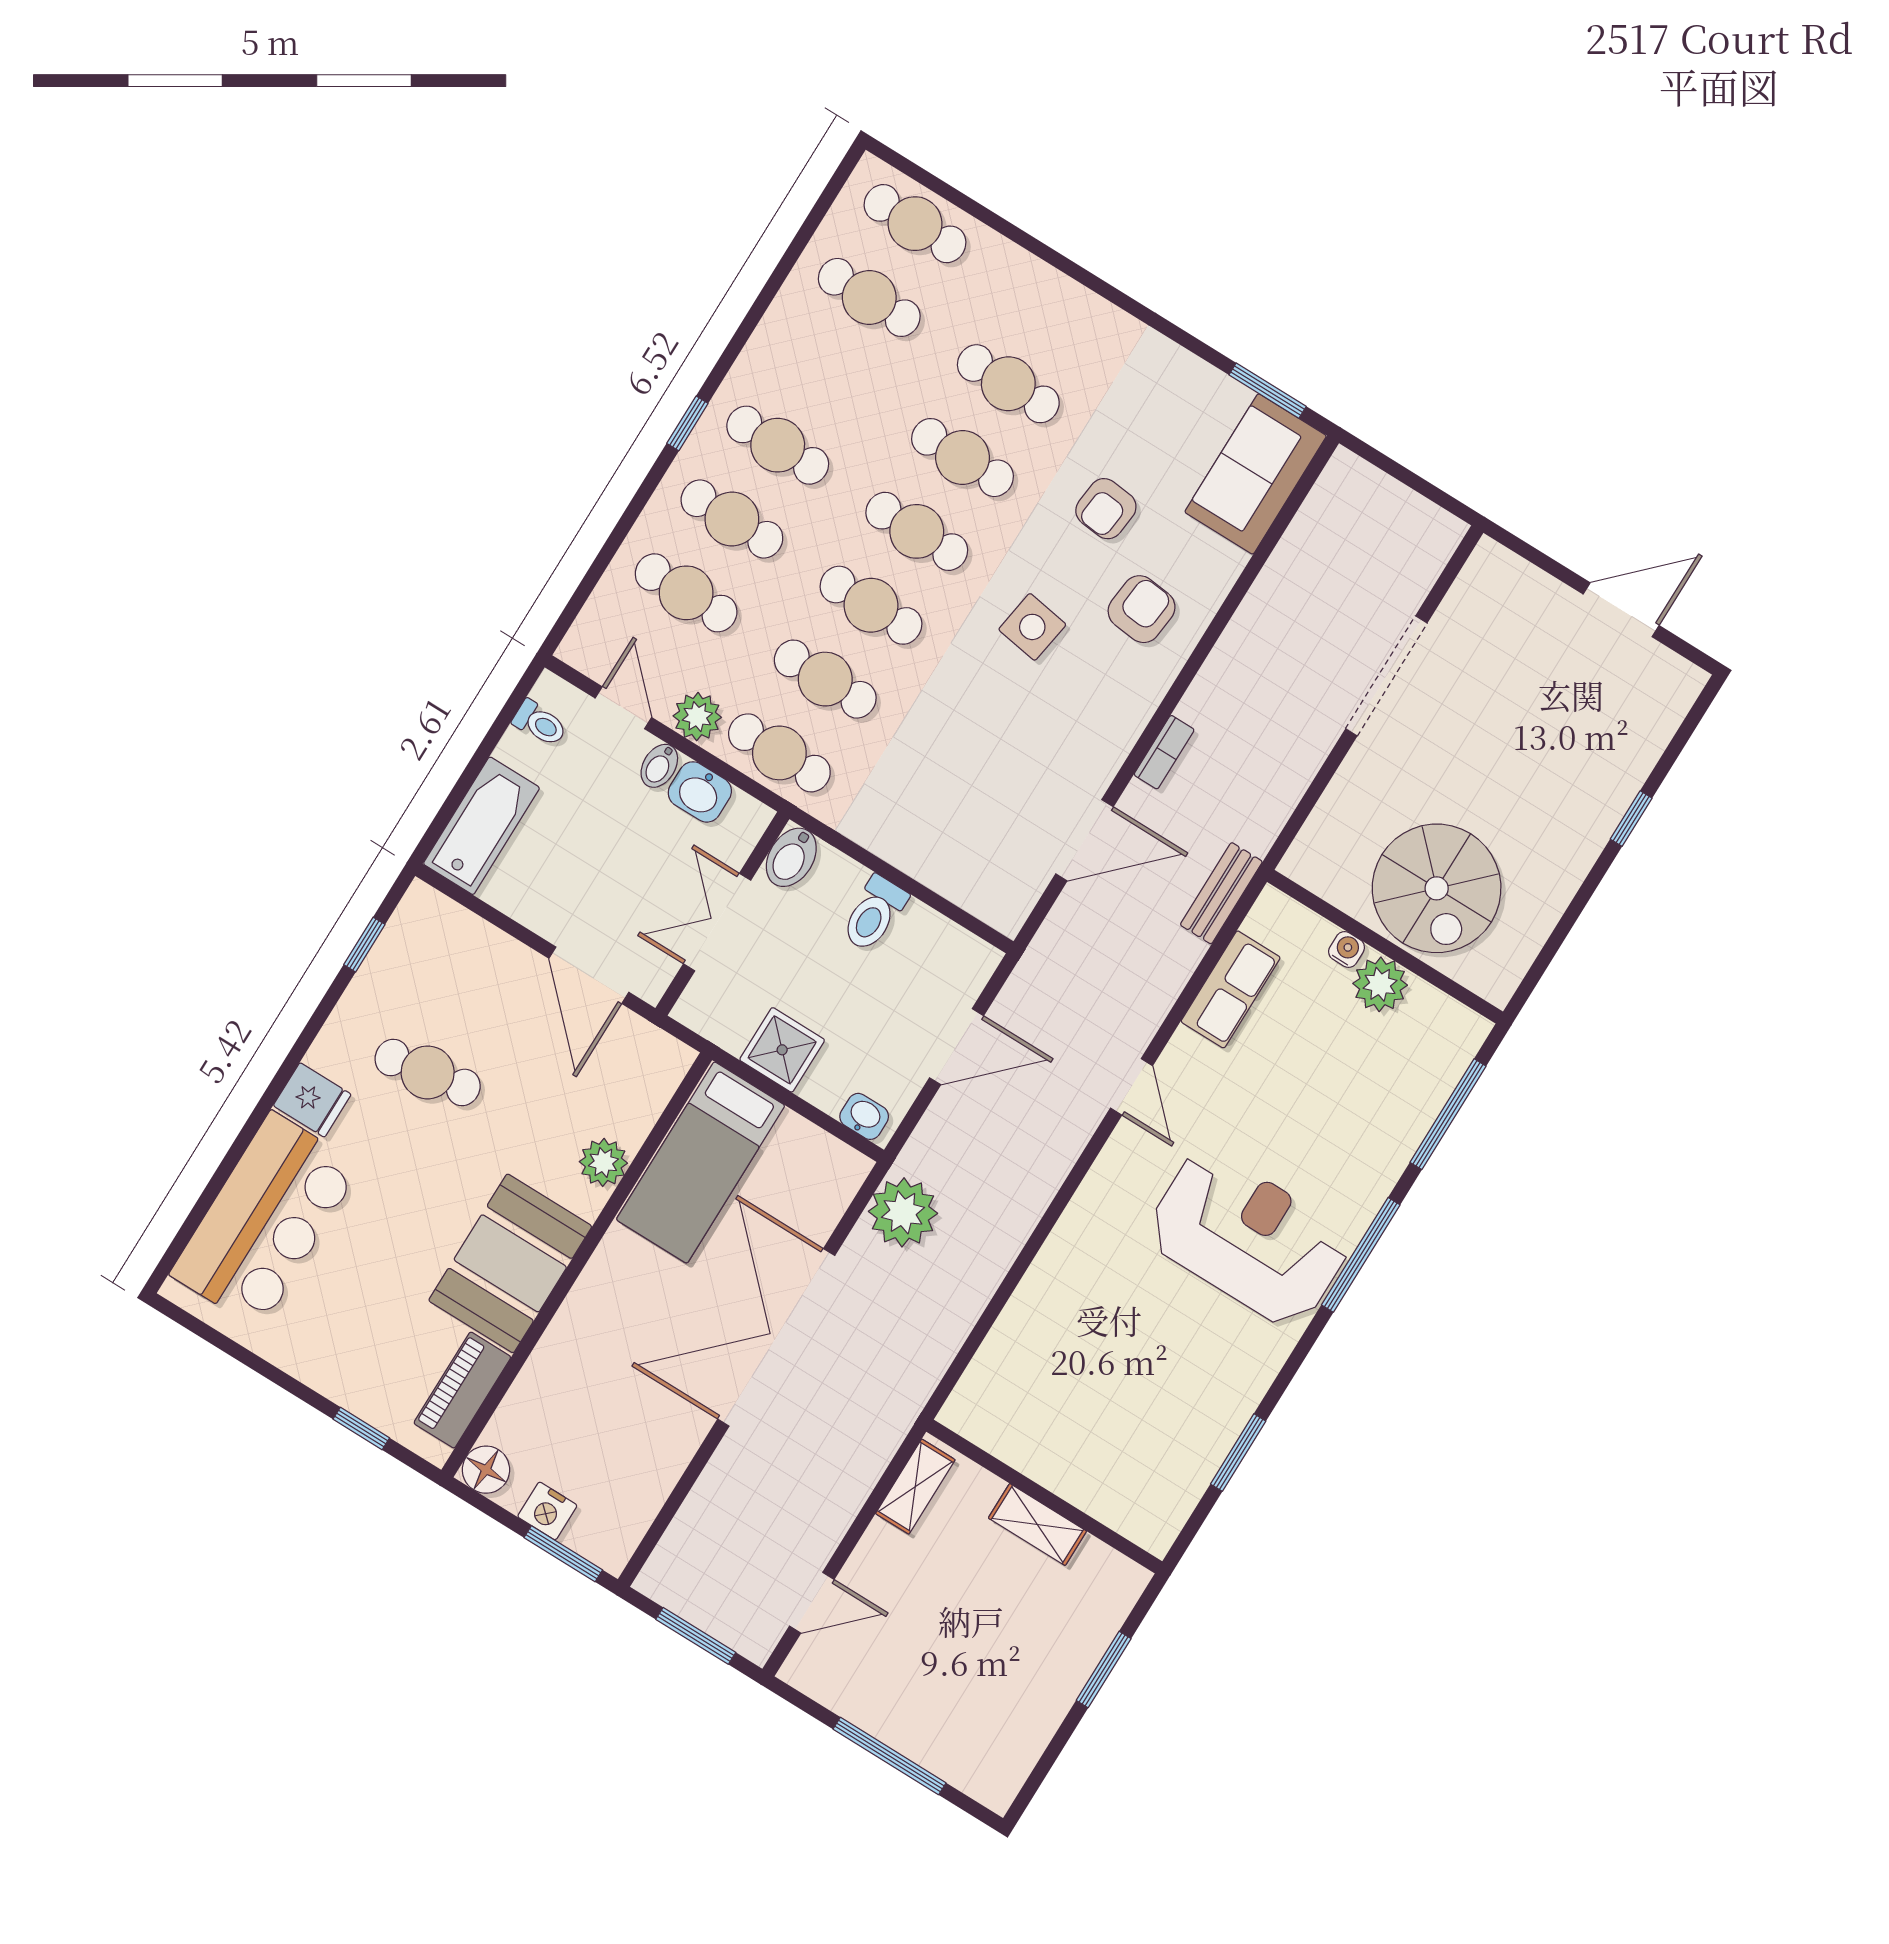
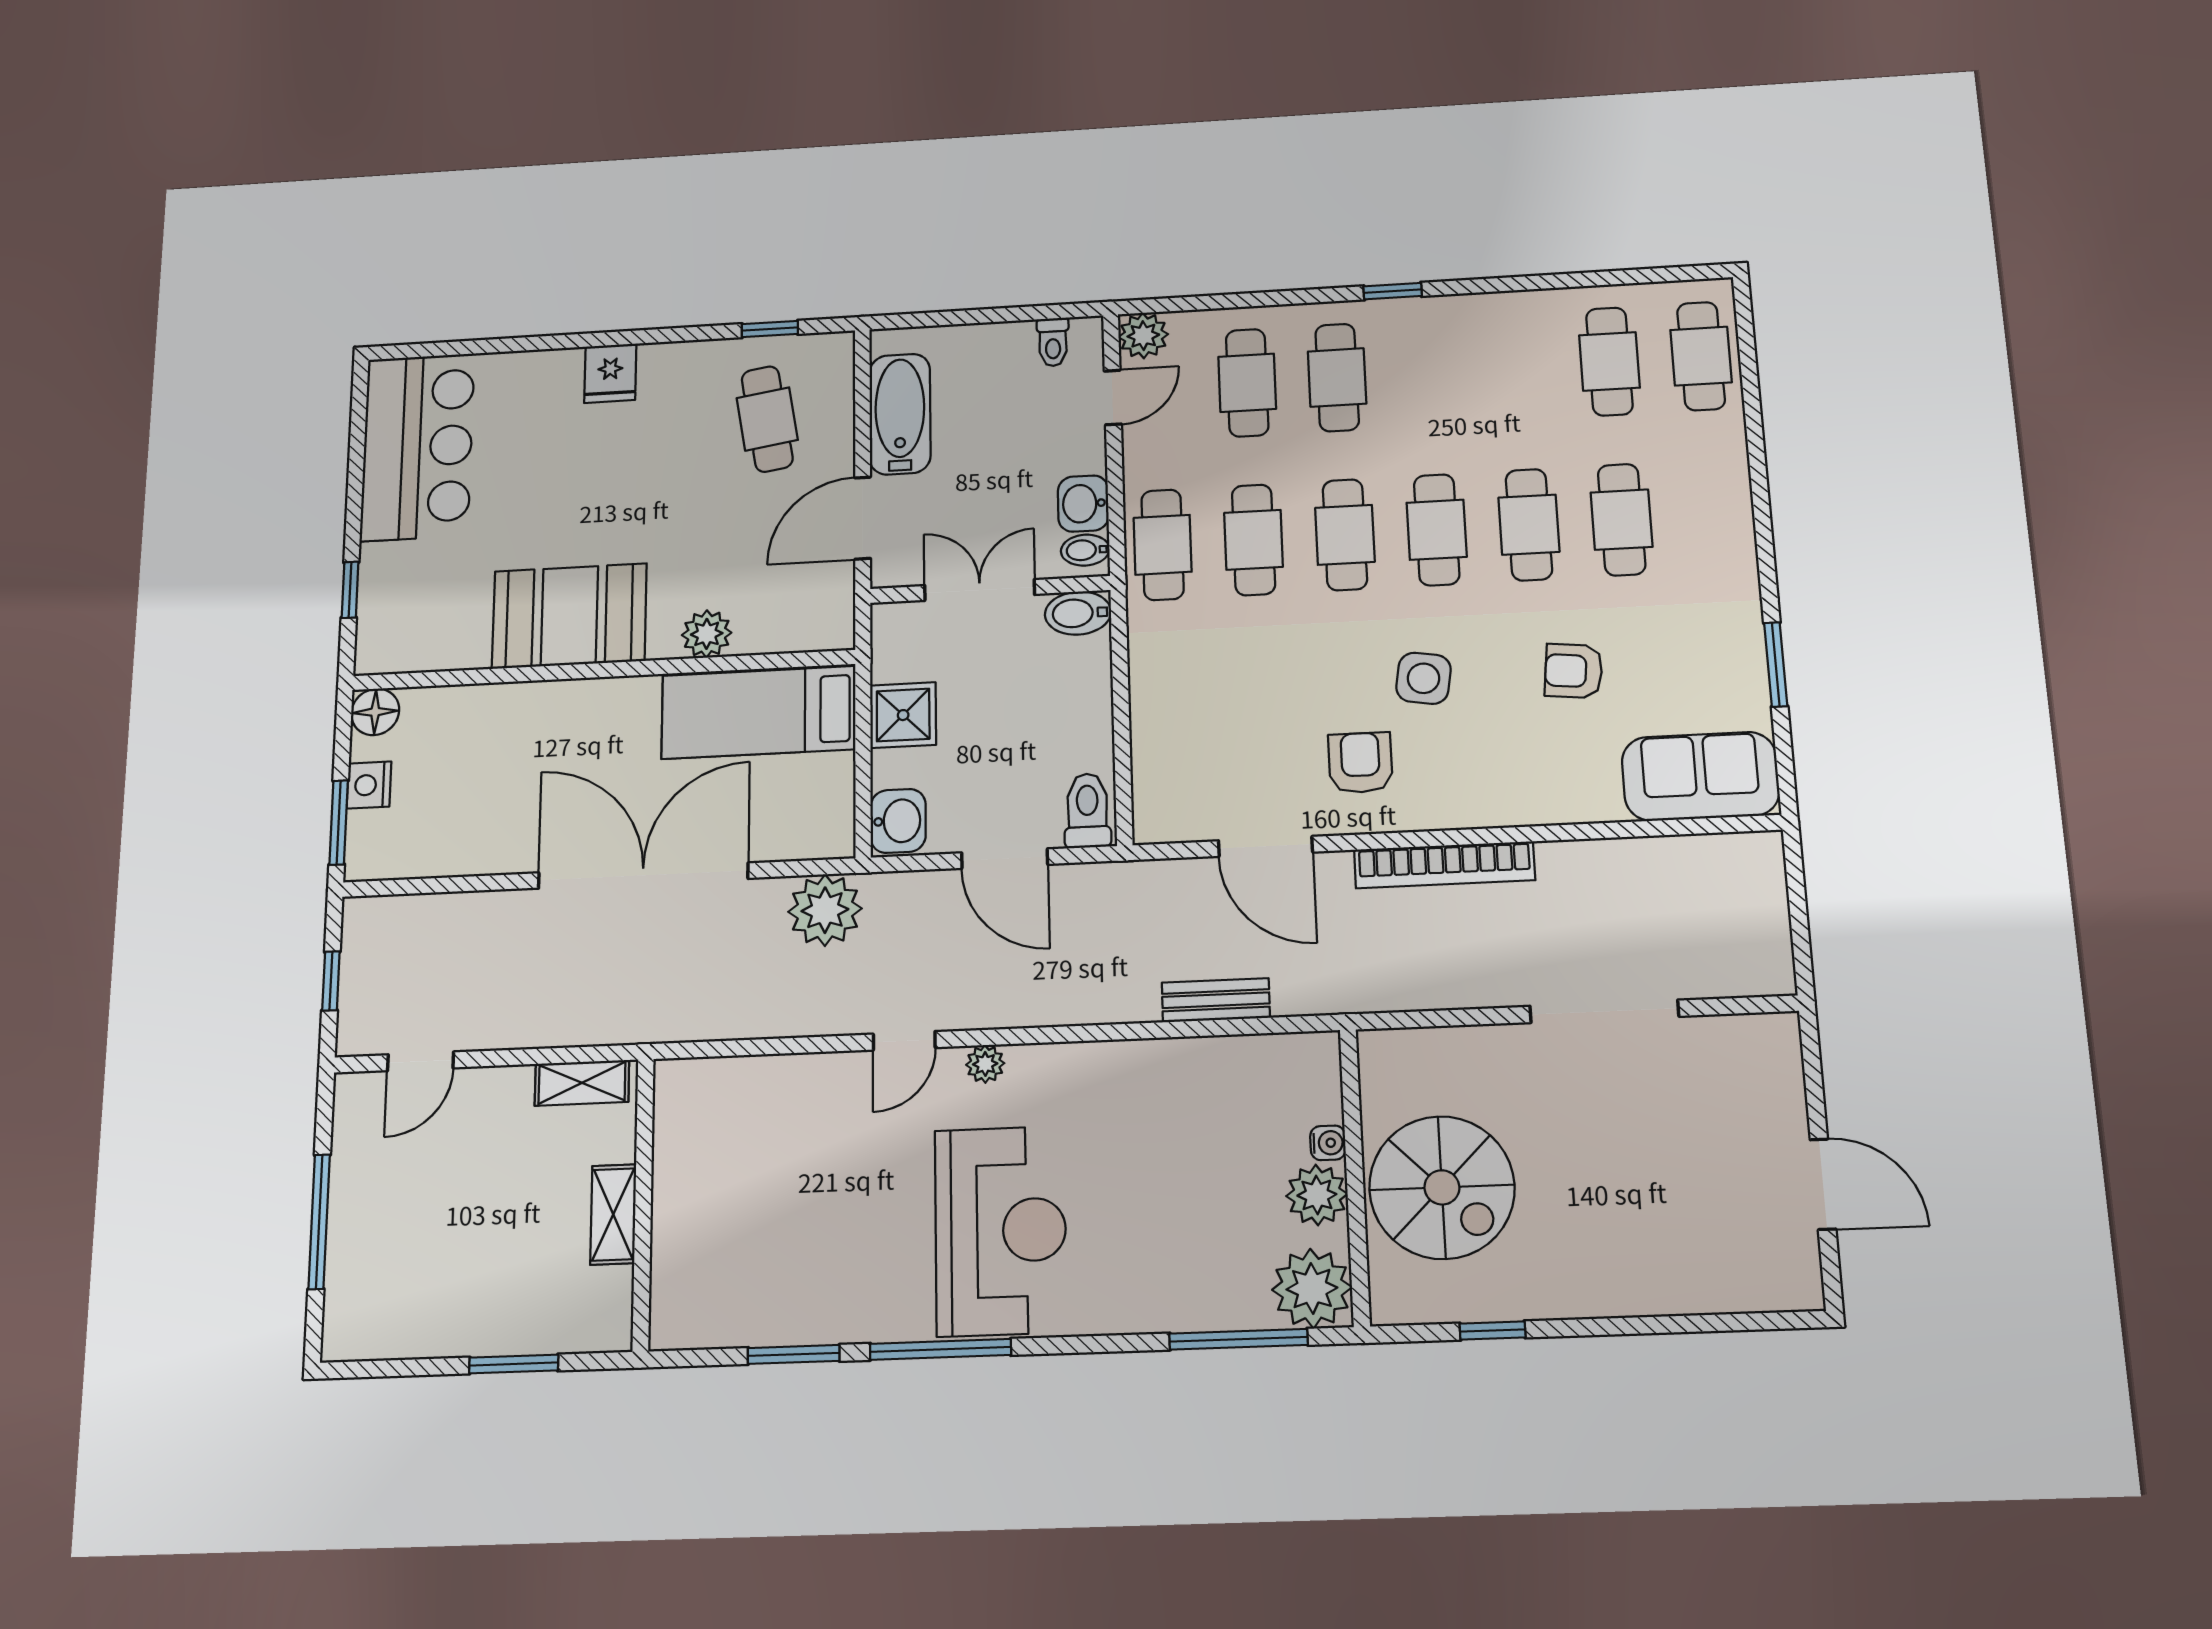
window: (1268, 391) -> (1776, 664), moved
cafe table: (778, 445) -> (1427, 372), removed
armchair: (1142, 609) -> (1360, 763), moved, turned -96
plant: (697, 717) -> (1143, 336), moved
bookcase: (1164, 752) -> (1444, 865), width x2.31, depth x1.31
bidet: (659, 766) -> (1085, 550), moved
window: (1631, 819) -> (1493, 1330), moved
bathtub: (481, 826) -> (900, 414), moved, turned -90
spiral stairs: (1437, 888) -> (1442, 1187), turned -90
bench: (1221, 893) -> (1216, 1000), moved
toilet: (874, 914) -> (1087, 811), moved, turned 90
row of seats: (1231, 989) -> (1219, 1063), removed
plant: (1447, 1035) -> (1312, 1288), added
cafe table: (428, 1072) -> (767, 419), moved
door: (1132, 1087) -> (904, 1041), moved
washbasin: (864, 1116) -> (898, 821), width x1.38, depth x1.45
plant: (1111, 1167) -> (985, 1064), added
bar counter: (265, 1220) -> (418, 447), moved, turned -90
window: (1361, 1255) -> (940, 1349), moved
piano: (462, 1390) -> (434, 648), removed
door: (812, 1603) -> (421, 1061), hinge flipped
window: (696, 1636) -> (331, 981), width x0.67

